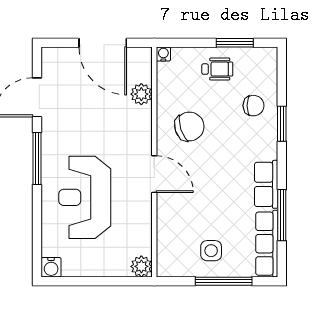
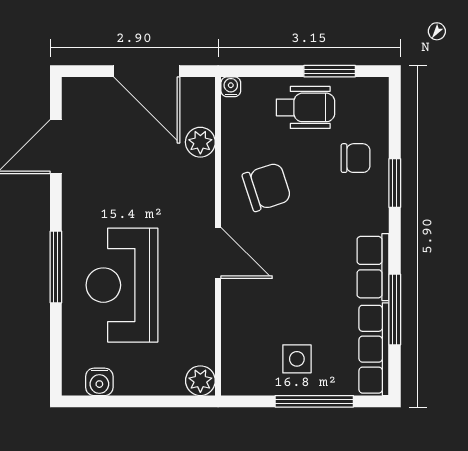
wheelchair: (217, 69) -> (306, 107), width x1.36, depth x1.37
window: (37, 159) -> (56, 267), moved
water cooler: (51, 267) -> (99, 382), moved

